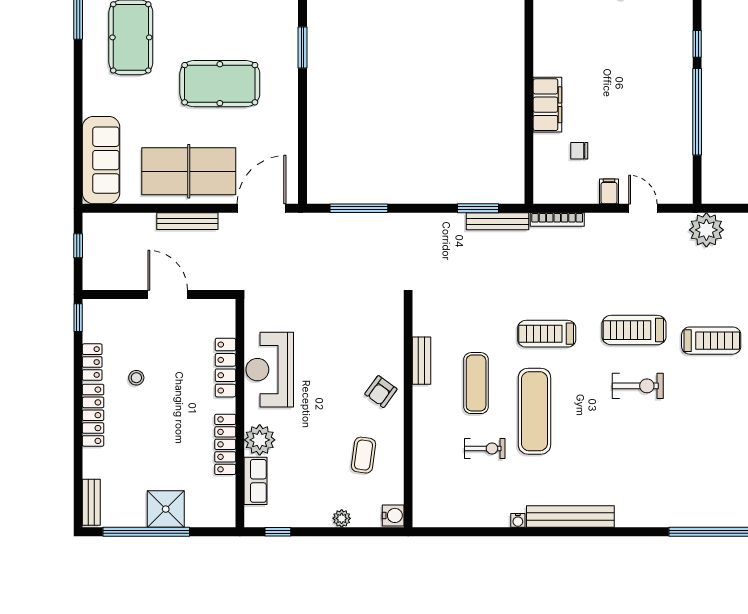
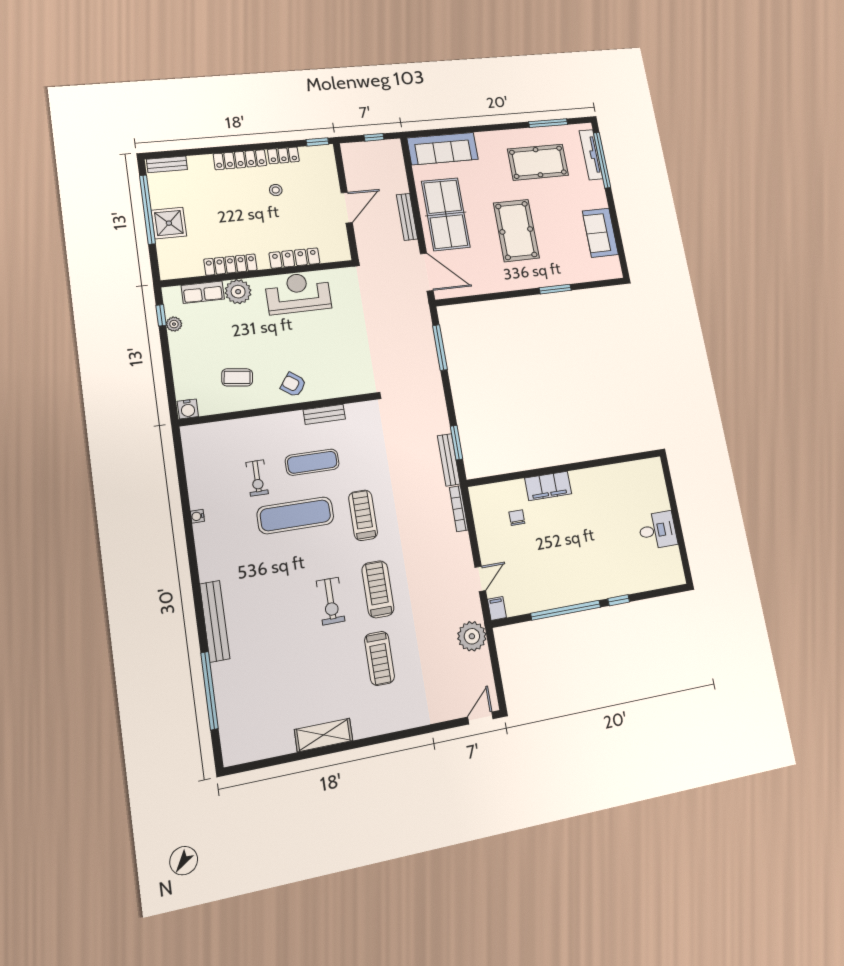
filing cabinet: (609, 191) -> (497, 608), moved, turned -90
bench: (570, 517) -> (215, 621), moved
plant: (342, 518) -> (174, 324), moved

